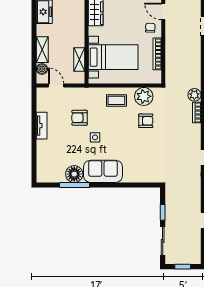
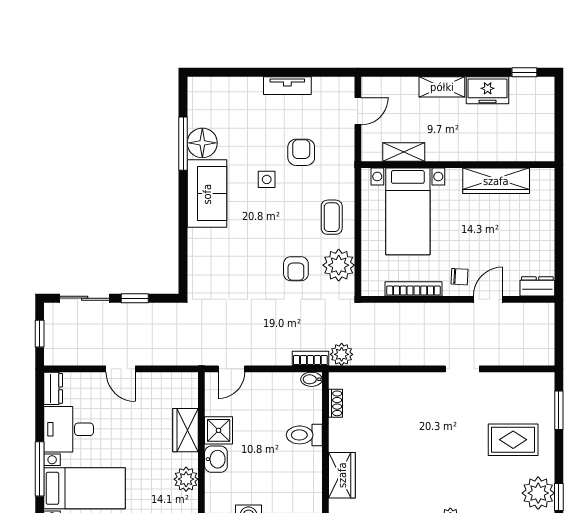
shelving: (42, 50) -> (442, 87), moved
boiler: (42, 69) -> (387, 86), removed

